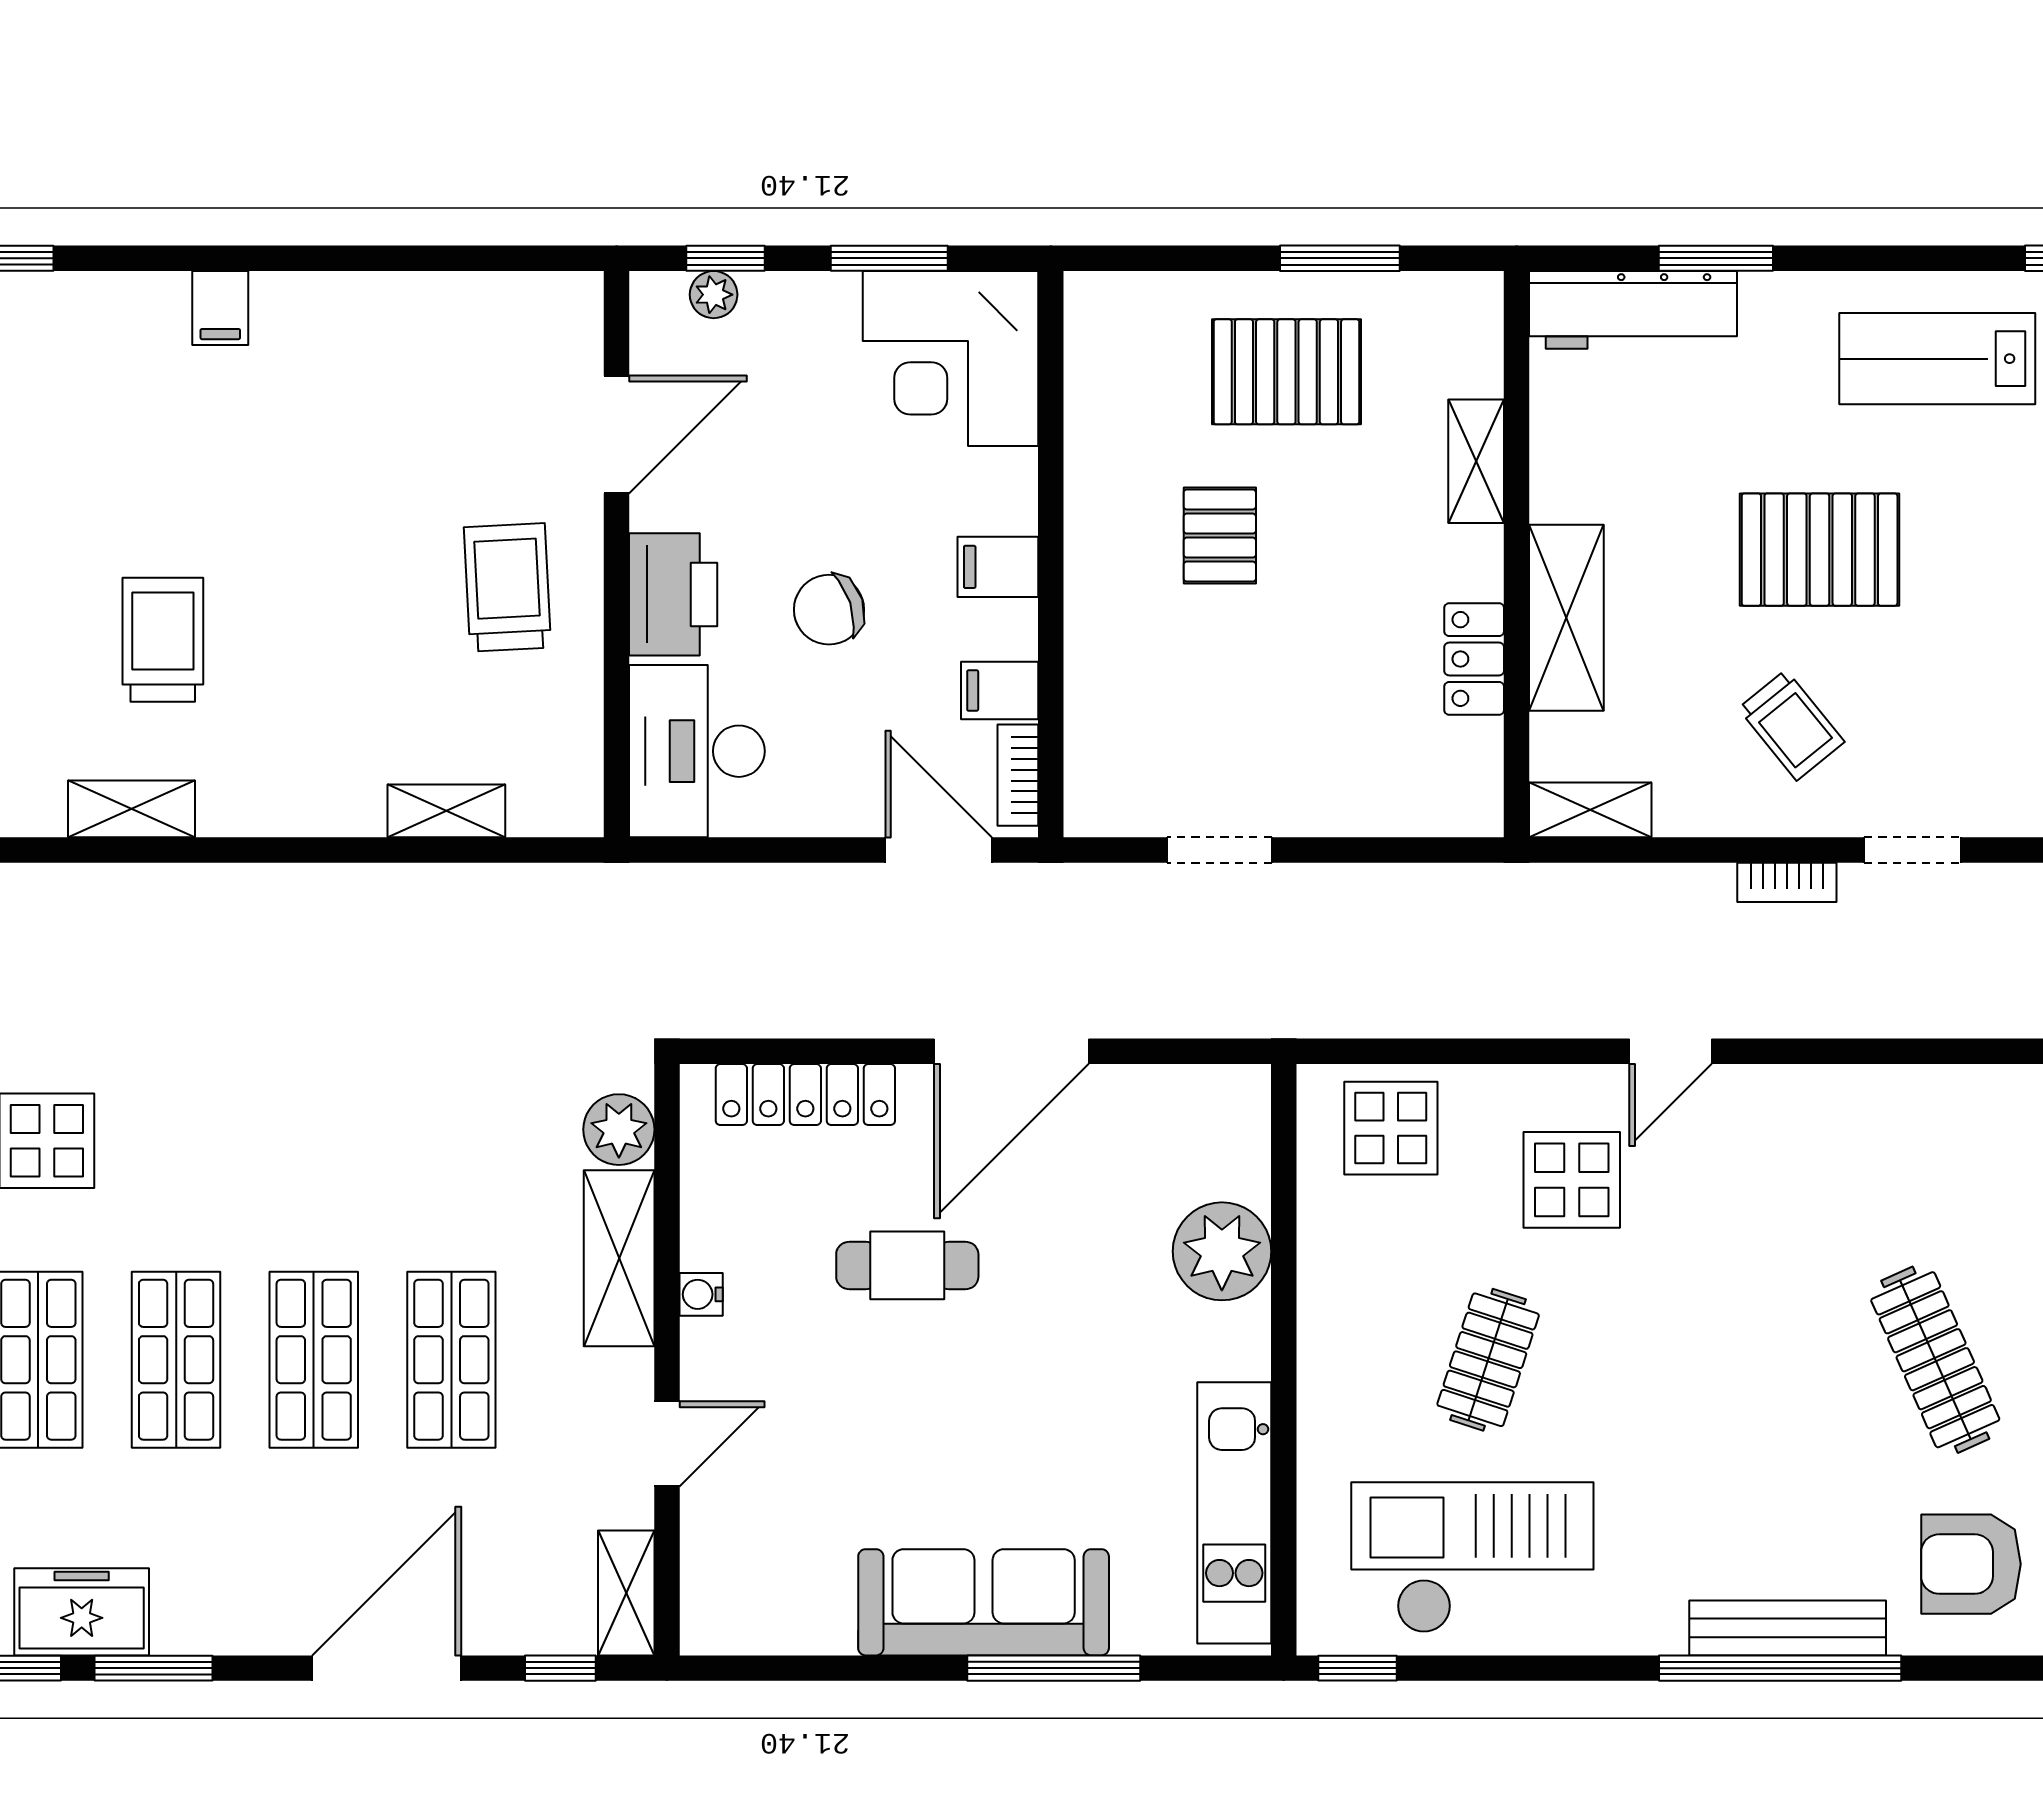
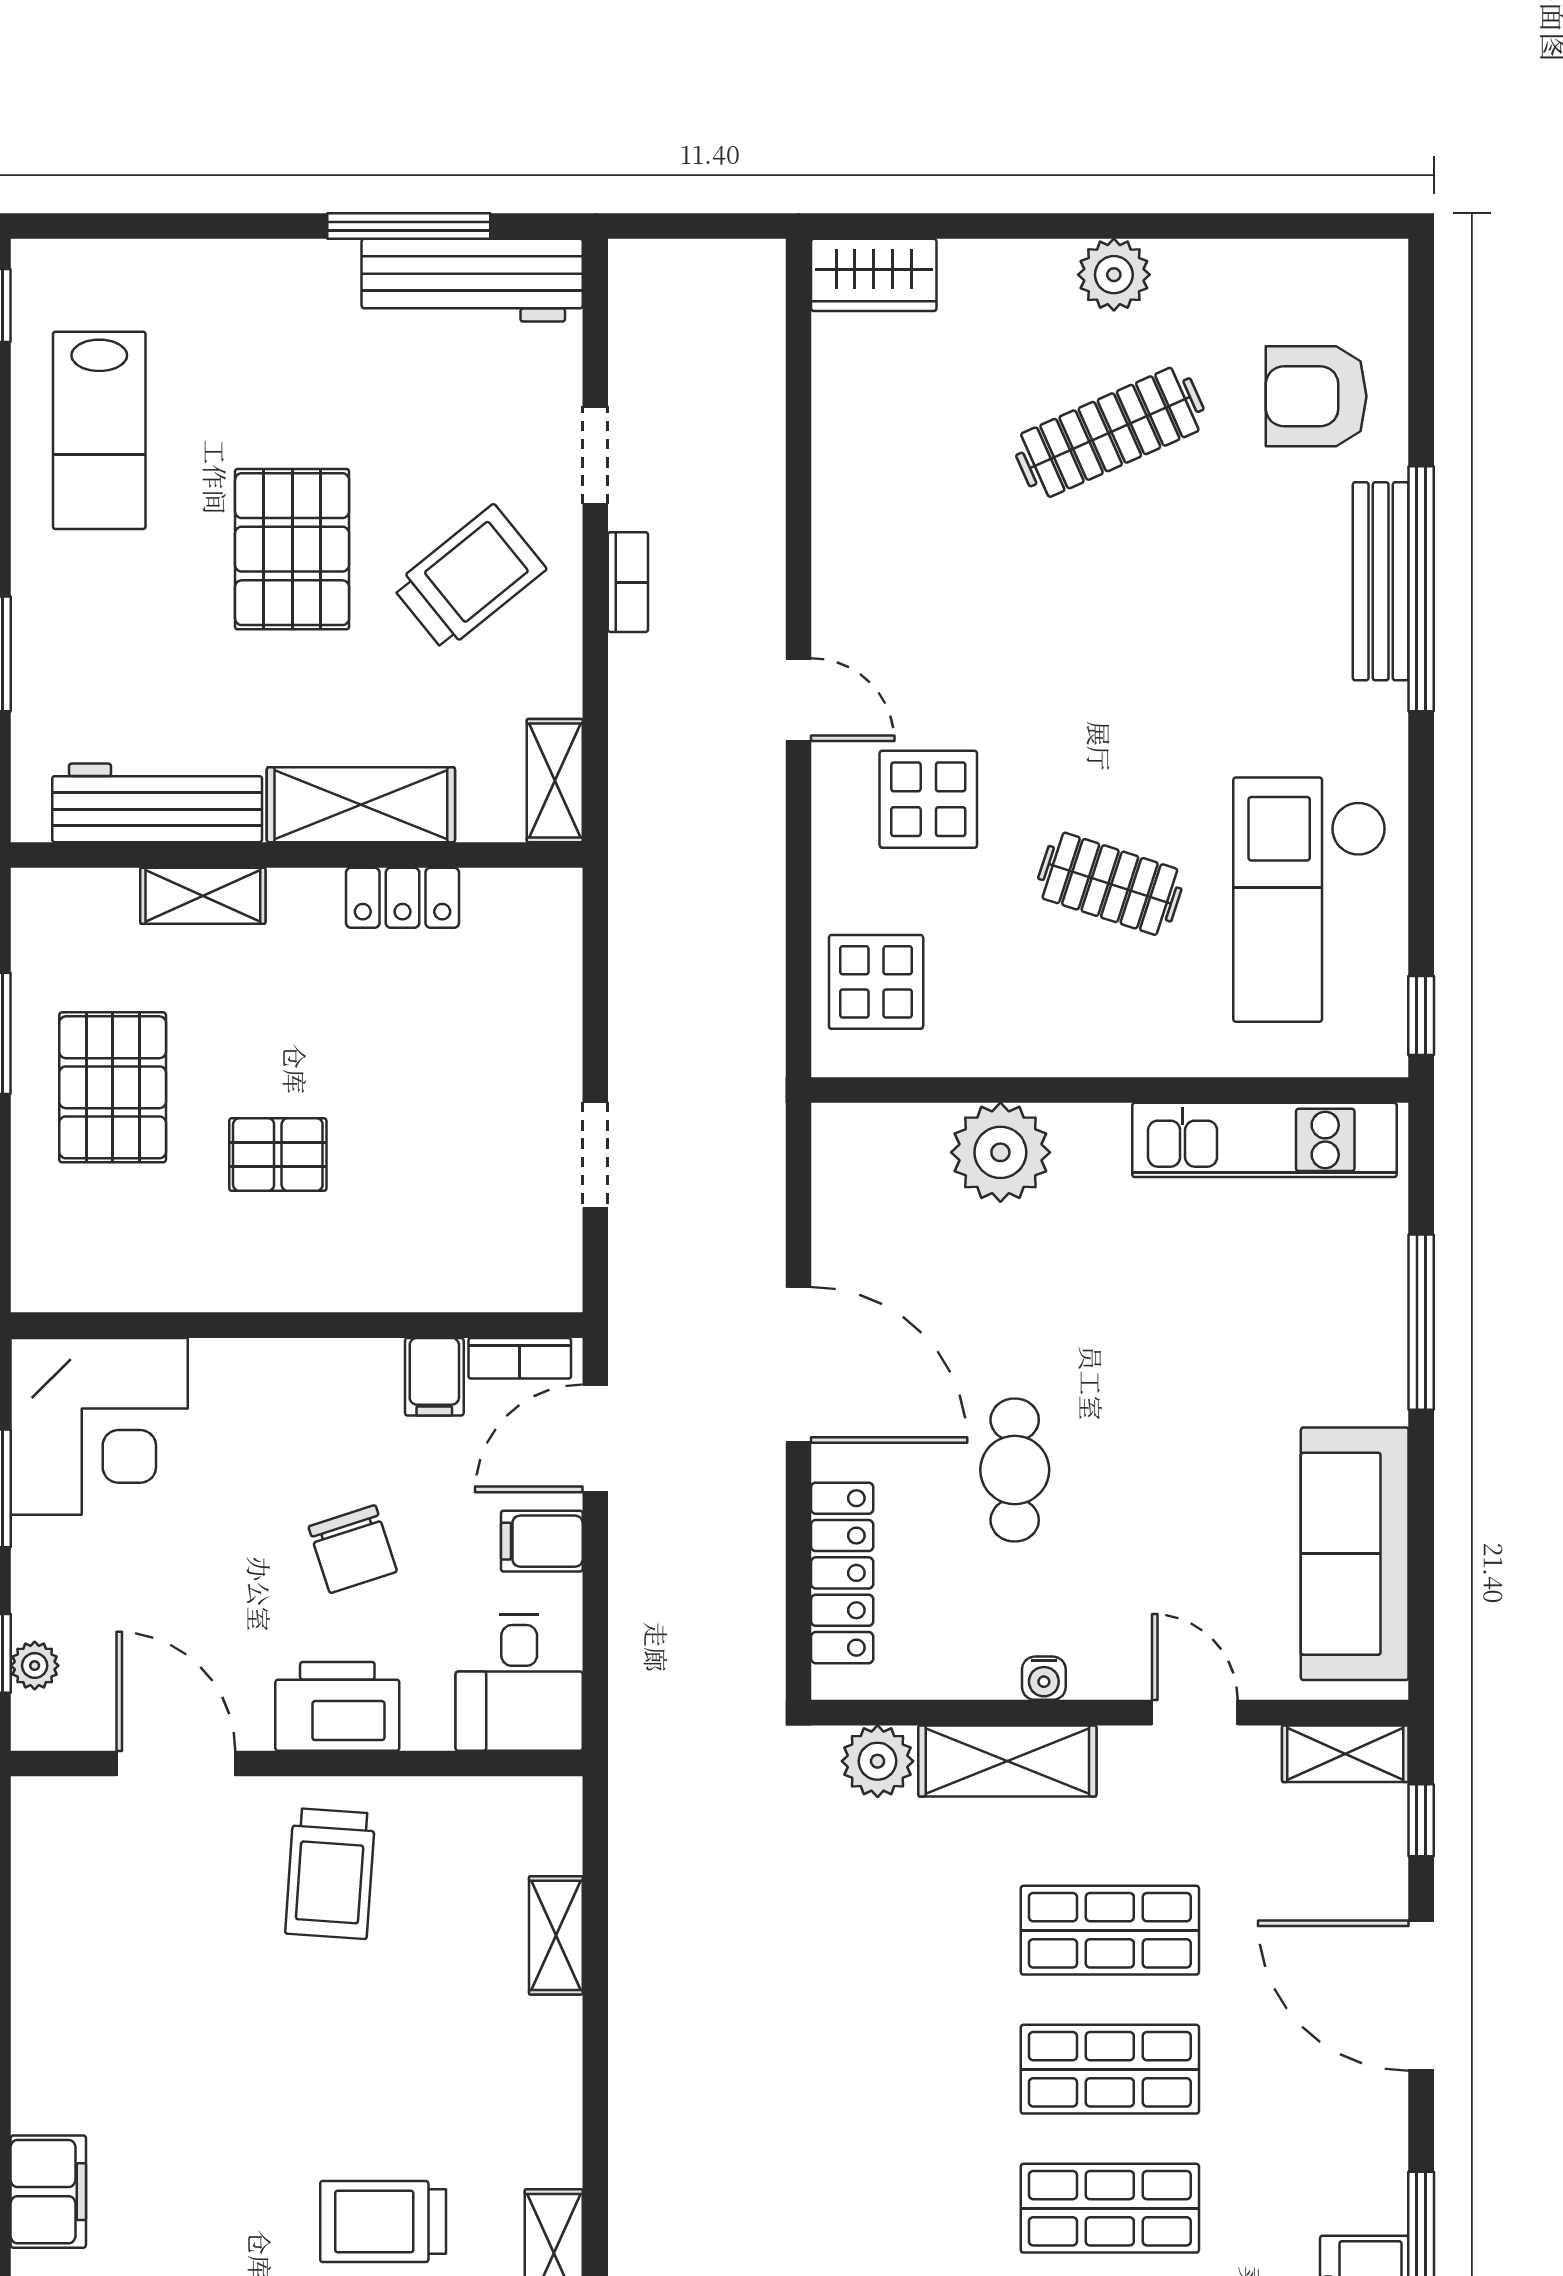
filing cabinet: (220, 308) -> (48, 2192), width x2.00
workbench: (1633, 310) -> (157, 803), moved, turned -90
filing cabinet: (998, 567) -> (542, 1541), moved, turned 90
trolley: (507, 587) -> (330, 1874), turned -83
trolley: (1791, 725) -> (469, 578), width x1.36, depth x1.39
desk: (697, 751) -> (519, 1682), width x0.73
armchair: (1971, 1564) -> (1316, 396), turned 90
sofa: (984, 1602) -> (1355, 1554), moved

